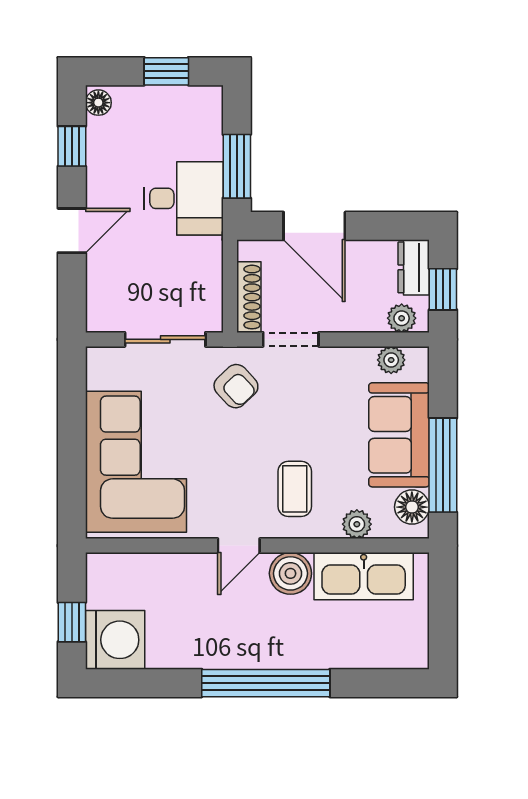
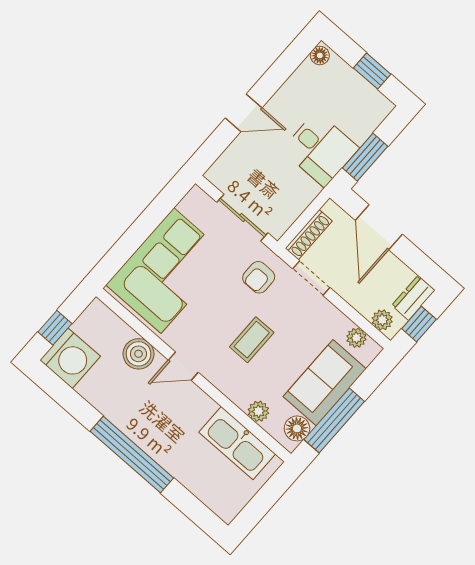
window: (72, 146) -> (284, 67), removed
armchair: (236, 386) -> (259, 277), turned 43
coffee table: (295, 489) -> (252, 340), moved
boiler: (290, 573) -> (139, 354), moved

